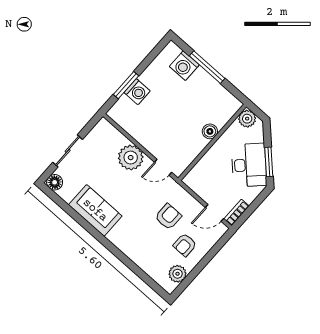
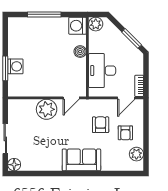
washing machine: (184, 66) -> (77, 26), moved, turned 90
desk: (249, 165) -> (102, 71), moved, turned -135
sofa: (95, 210) -> (81, 160), moved

